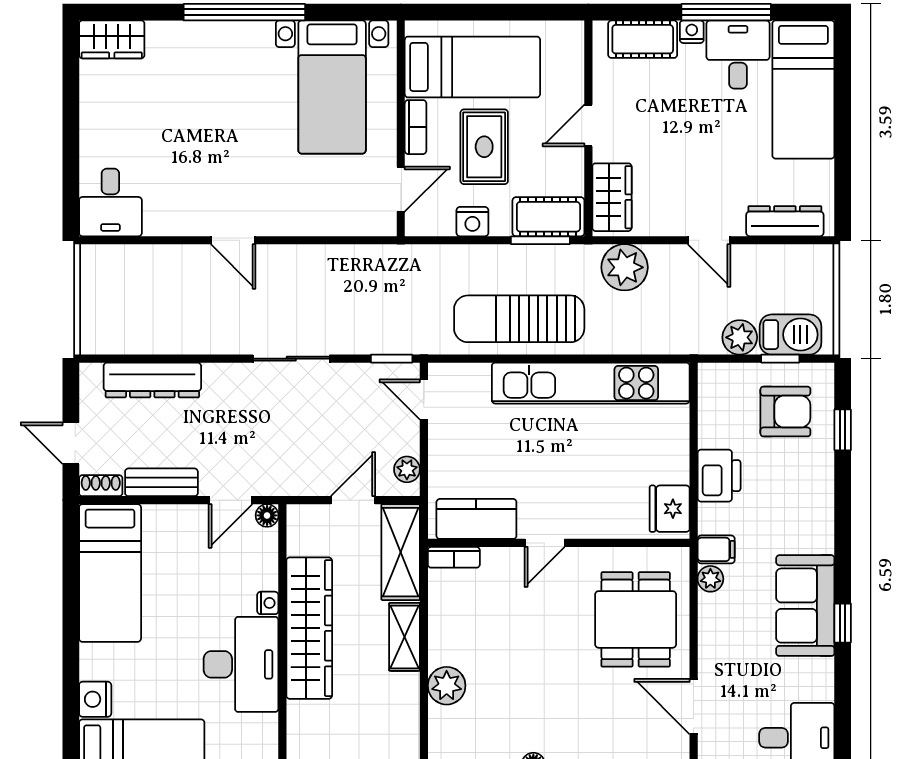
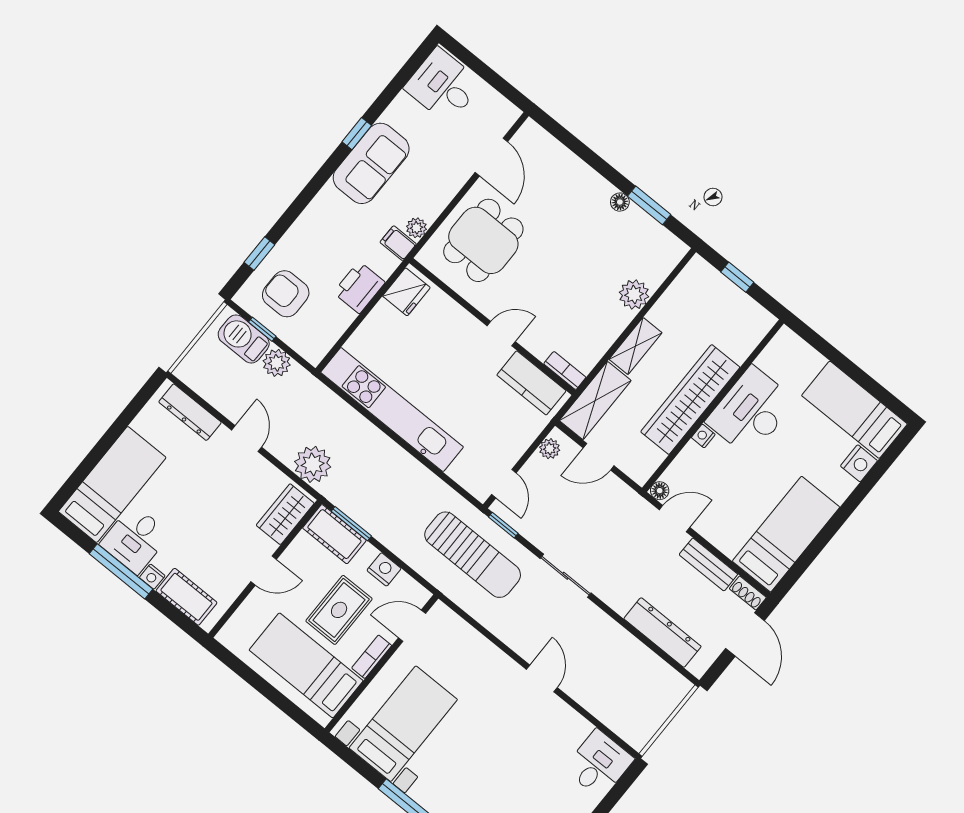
sun lounger: (519, 319) -> (473, 555), moved
door: (71, 443) -> (745, 634), width x1.38

